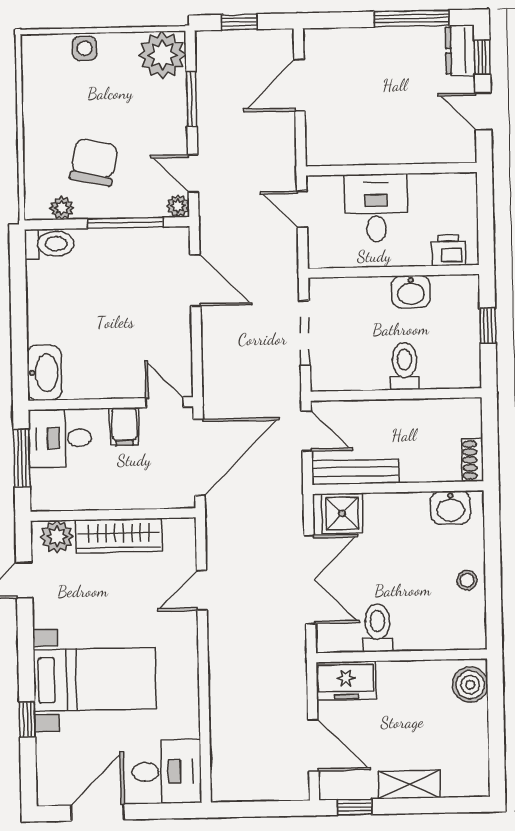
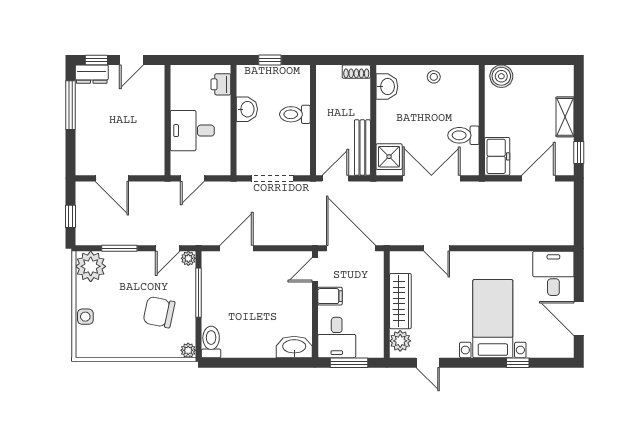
plant: (62, 208) -> (188, 350), moved

